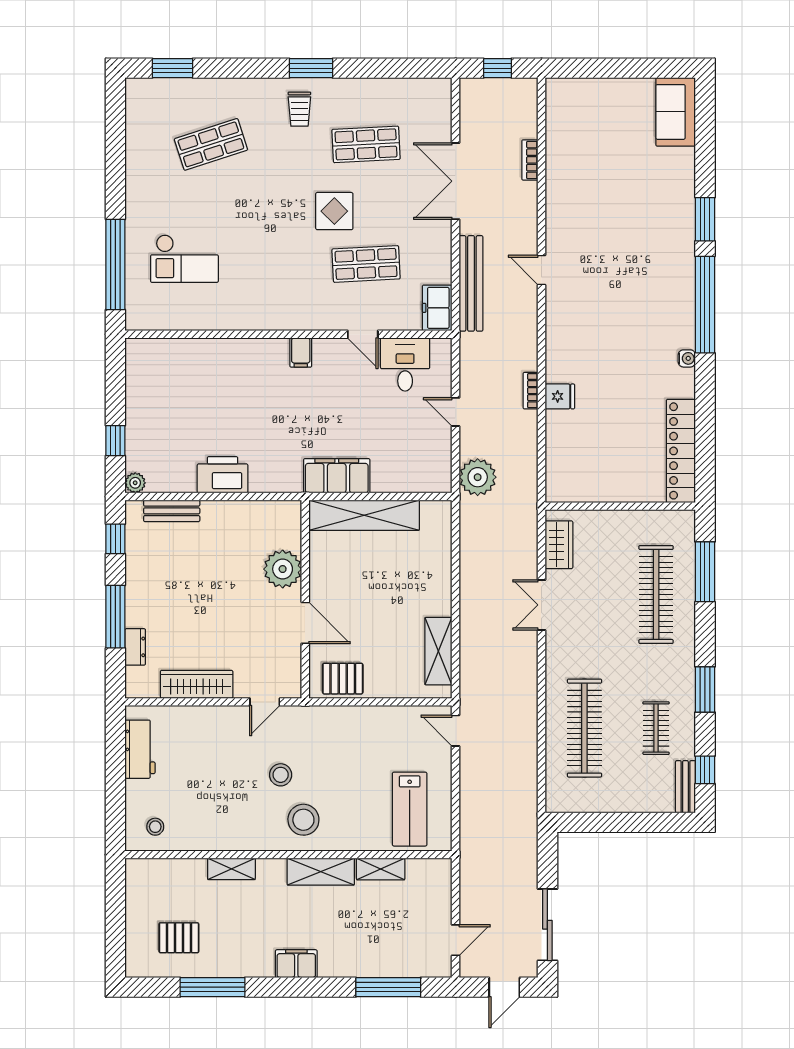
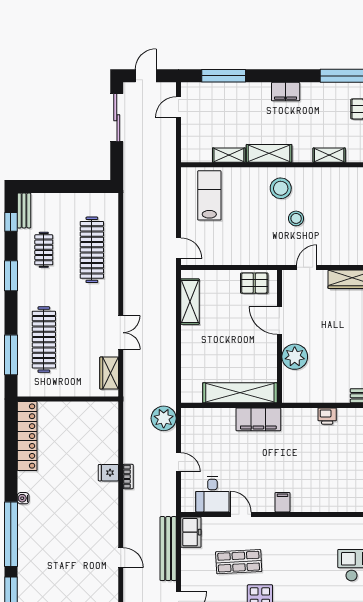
printer: (223, 475) -> (327, 416), width x0.53, depth x0.68

